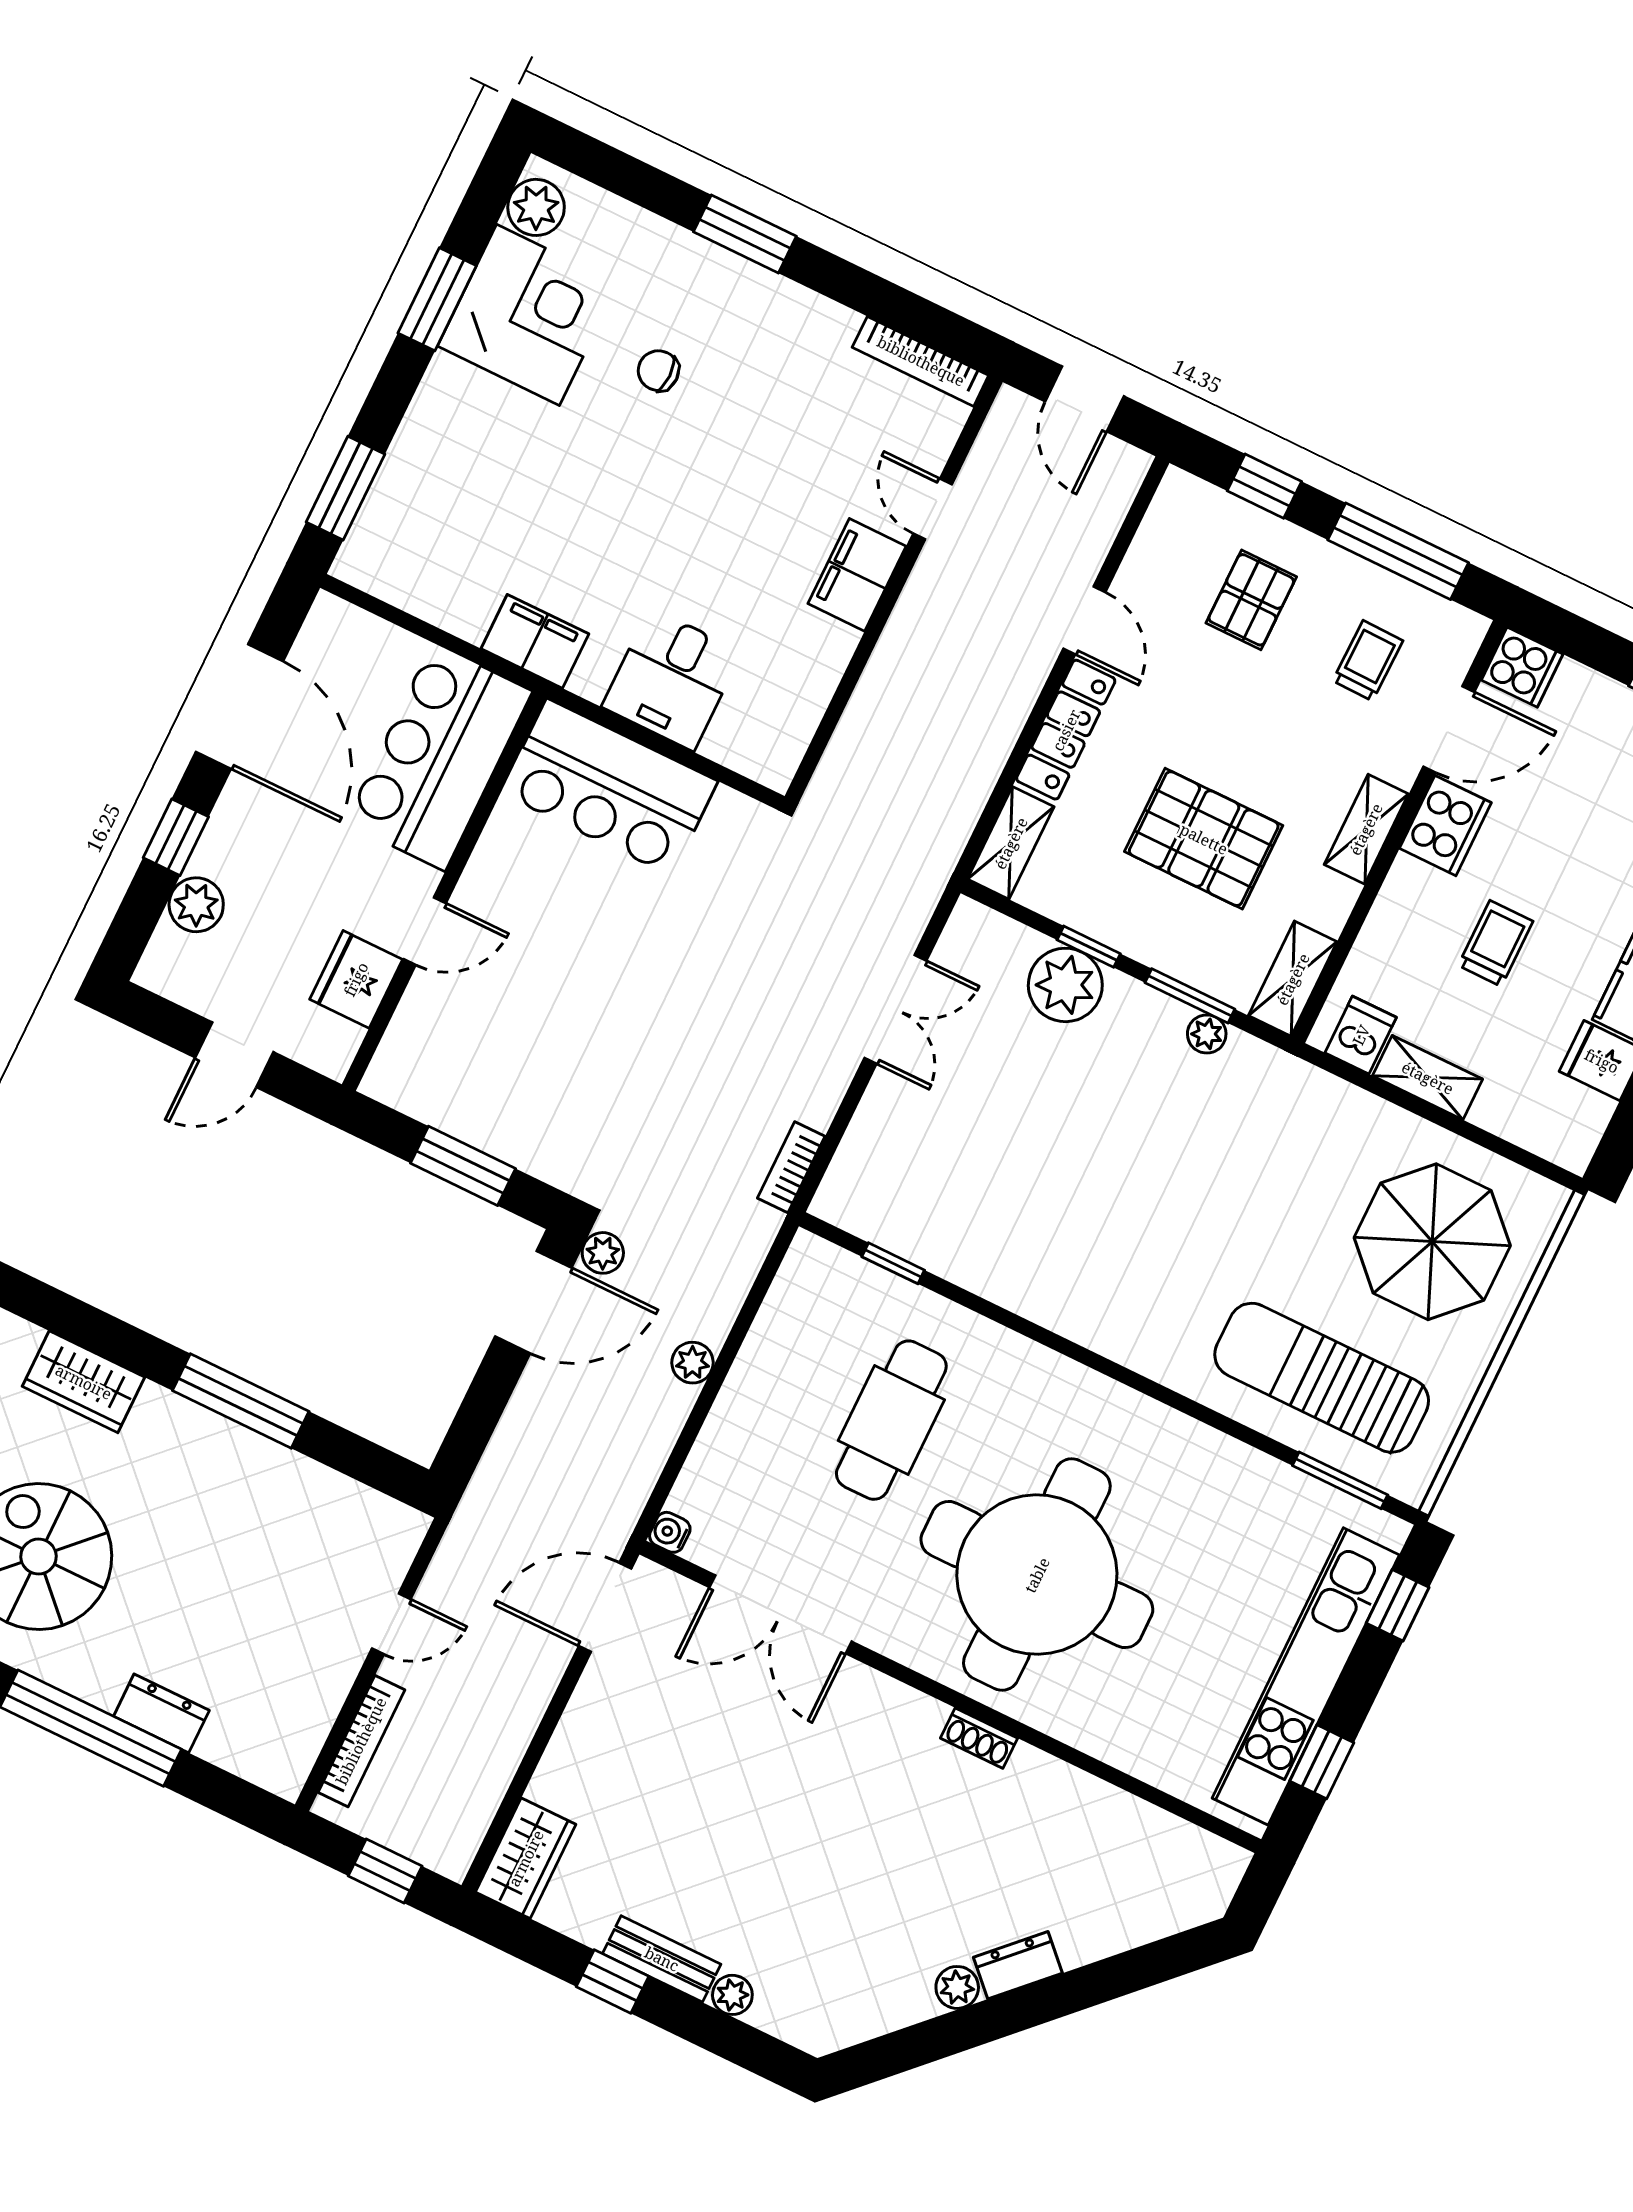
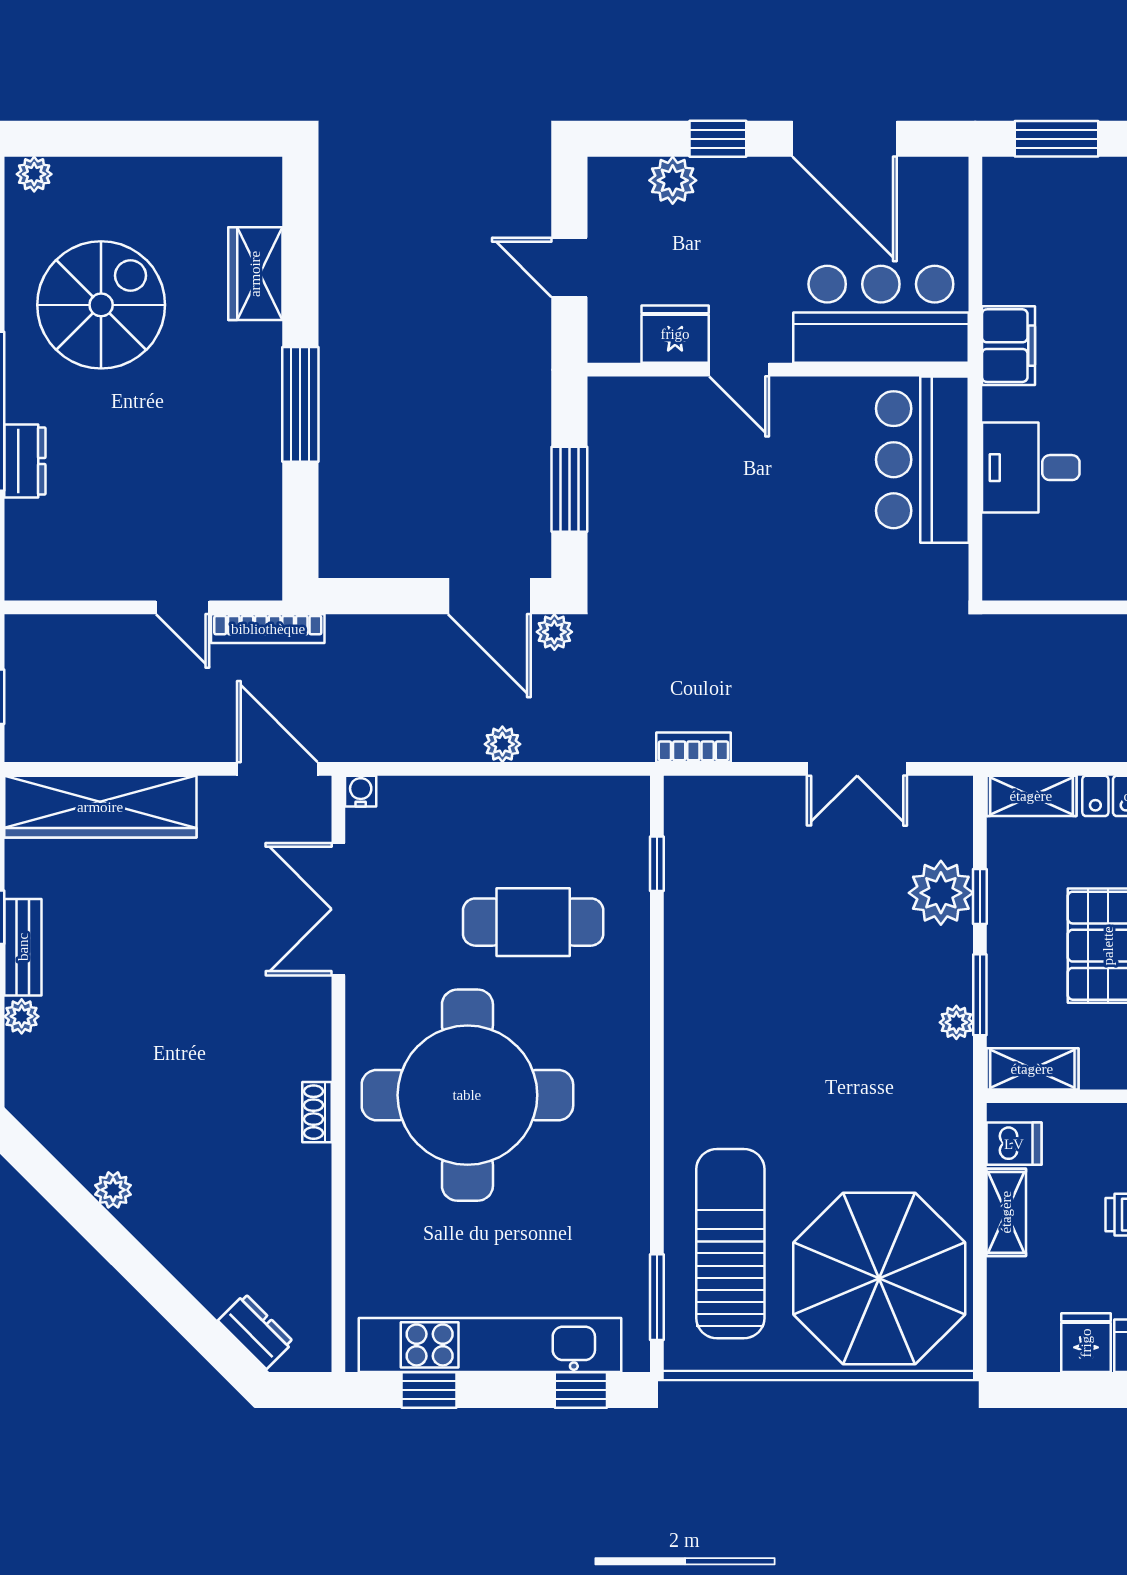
door: (239, 707) -> (845, 139), hinge flipped
parasol: (1432, 1242) -> (879, 1279), width x1.36, depth x1.36
bookcase: (361, 1741) -> (268, 629), moved
wardrobe: (526, 1858) -> (100, 807), width x2.10, depth x1.17
dresser: (1018, 1965) -> (256, 1331), moved

